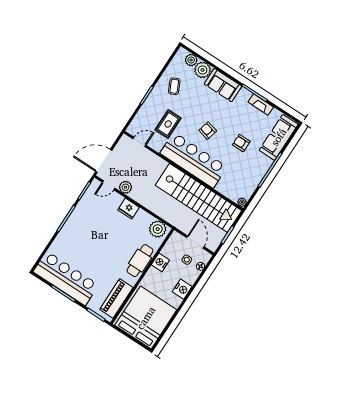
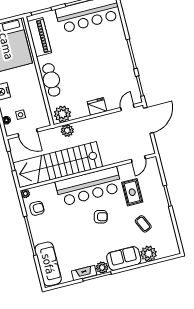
plant: (191, 60) -> (102, 268), moved
coffee table: (174, 86) -> (143, 224), moved
armchair: (241, 143) -> (37, 208), moved
plant: (125, 187) -> (67, 131), moved
nightstand: (160, 262) -> (36, 94), removed

